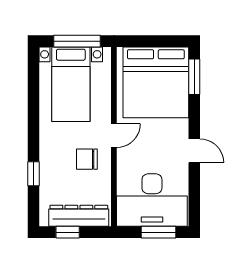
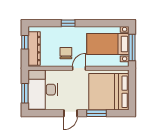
window: (194, 77) -> (96, 113), moved
door: (114, 136) -> (79, 68), swing flipped
window: (34, 174) -> (68, 23), moved

